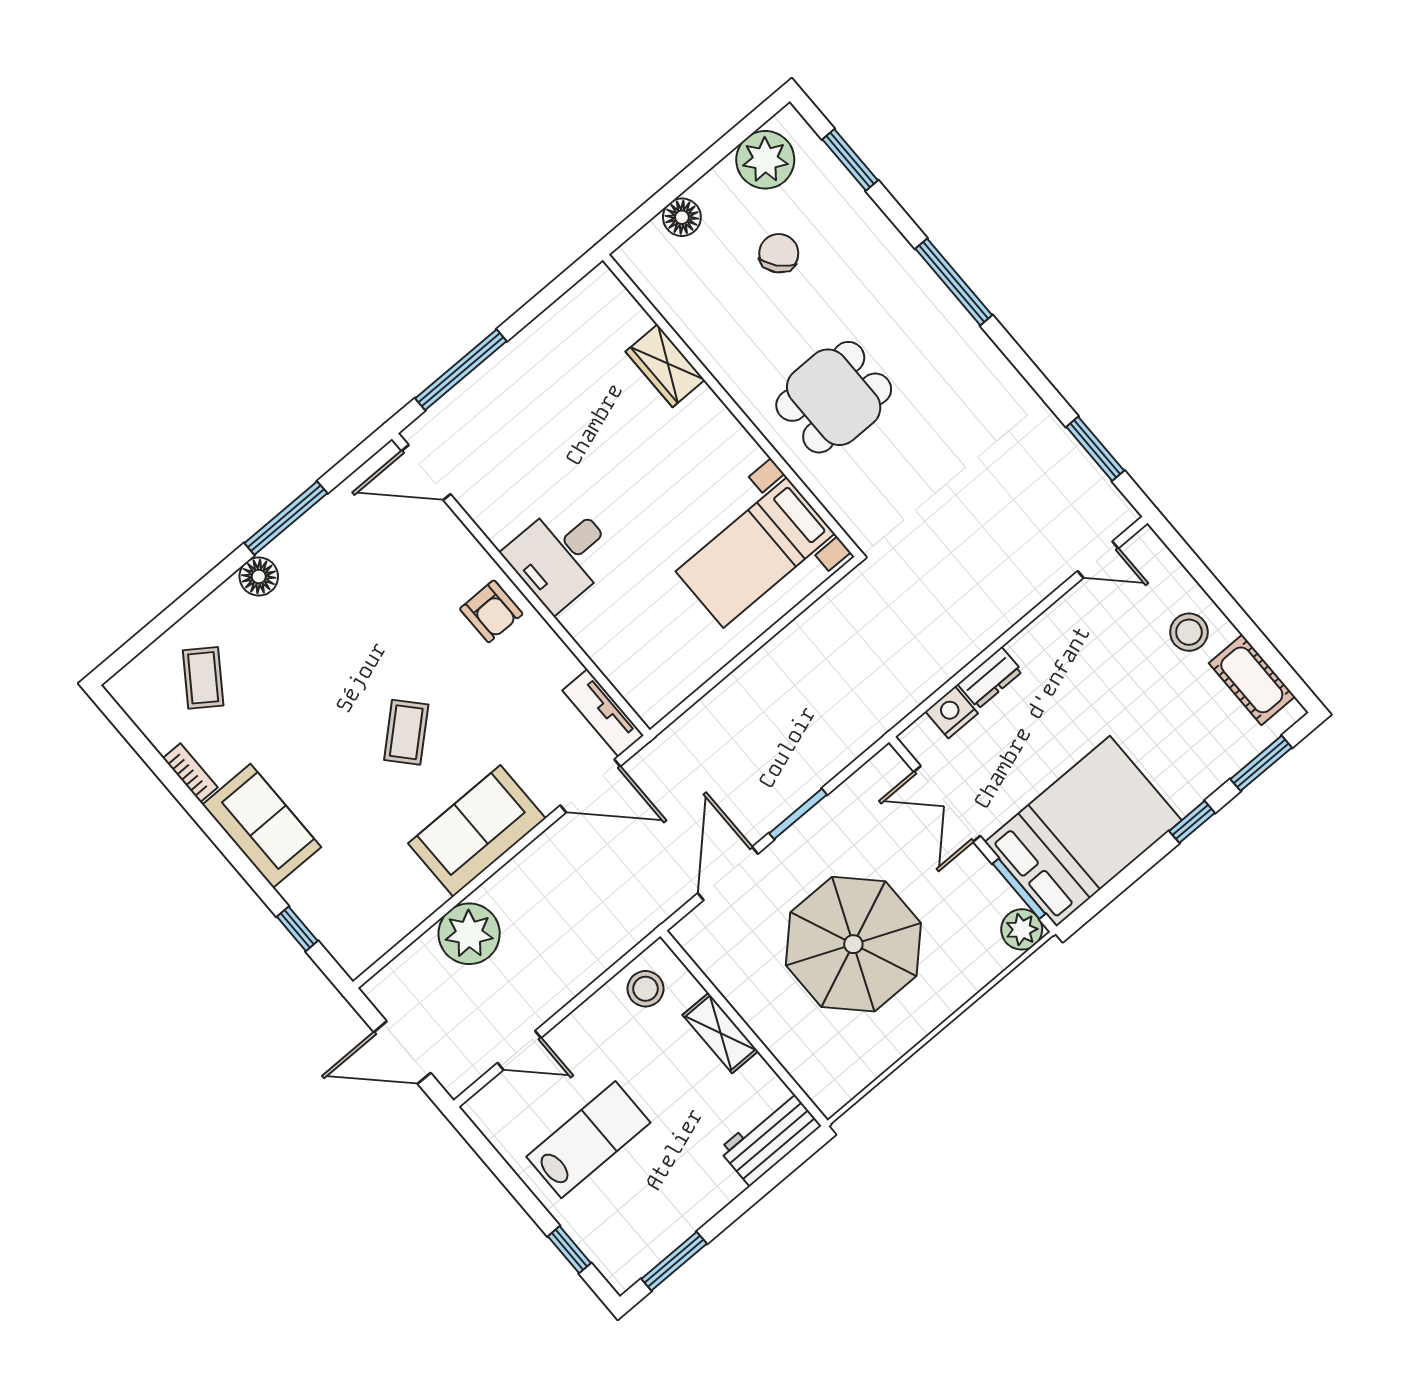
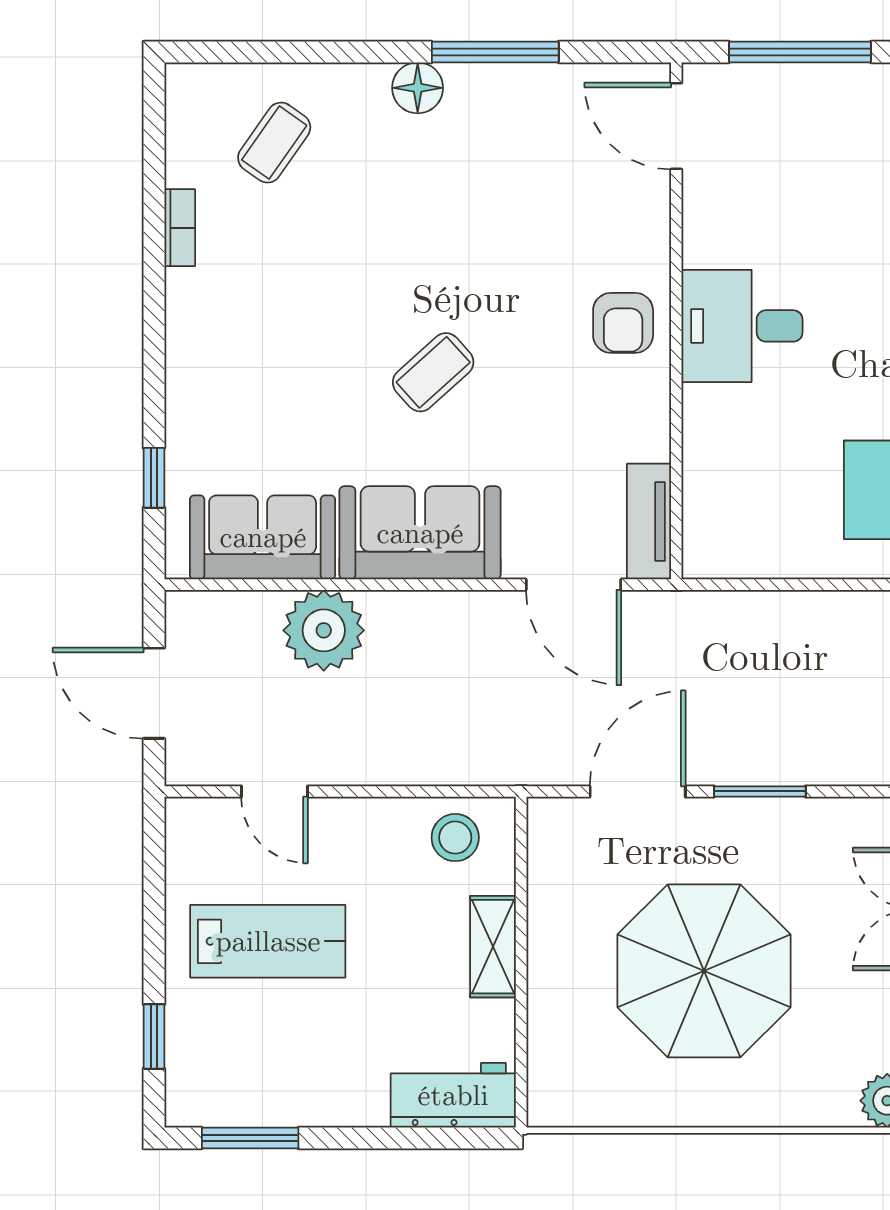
sofa: (262, 826) -> (263, 537), moved, turned -90

